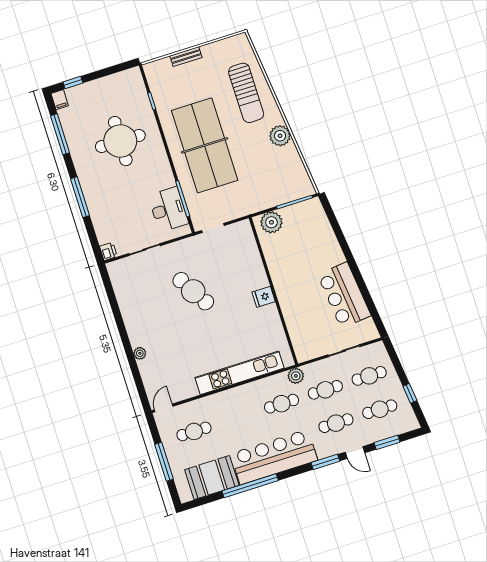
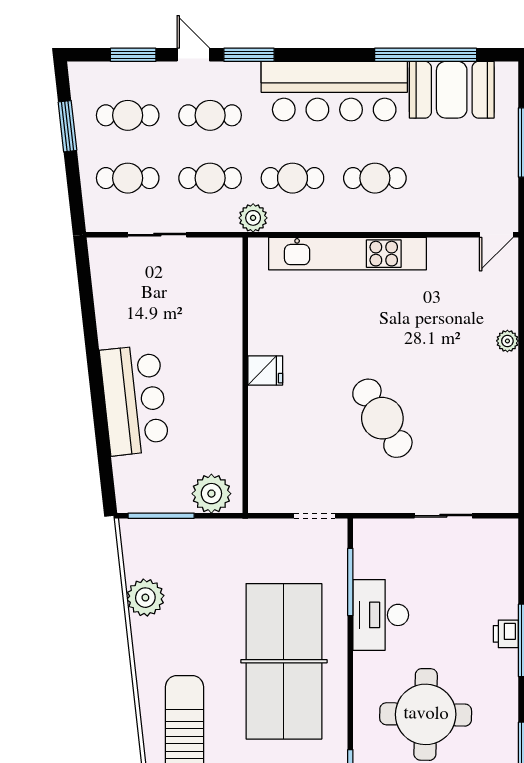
plant: (280, 136) -> (145, 598), moved
desk: (168, 209) -> (381, 615), moved
printer: (108, 251) -> (506, 634), moved
bar counter: (344, 295) -> (134, 400), moved
window: (410, 393) -> (67, 126), width x1.50
cafe table: (194, 431) -> (375, 178), moved
window: (250, 486) -> (426, 55), moved

